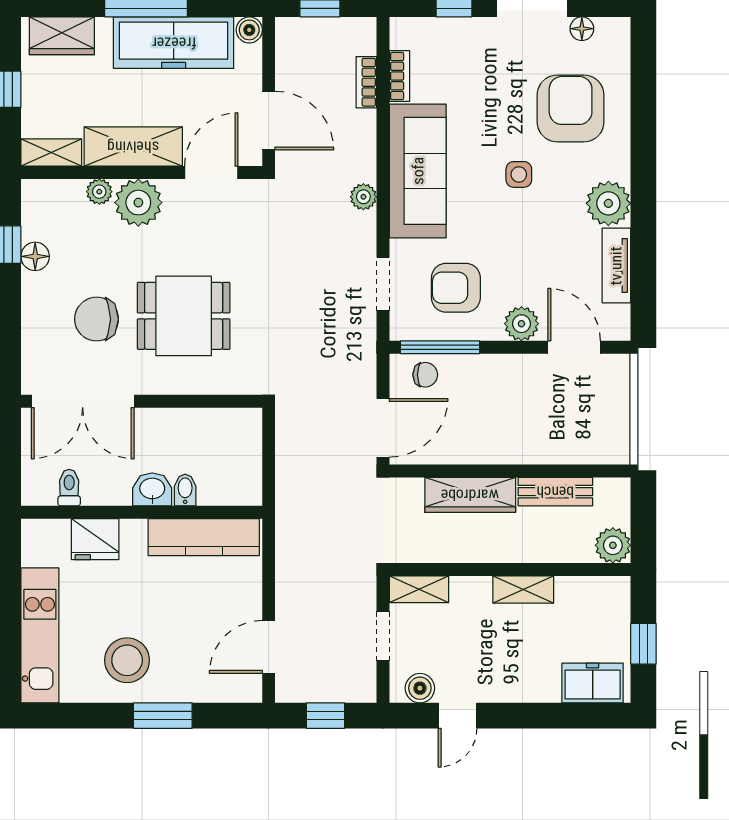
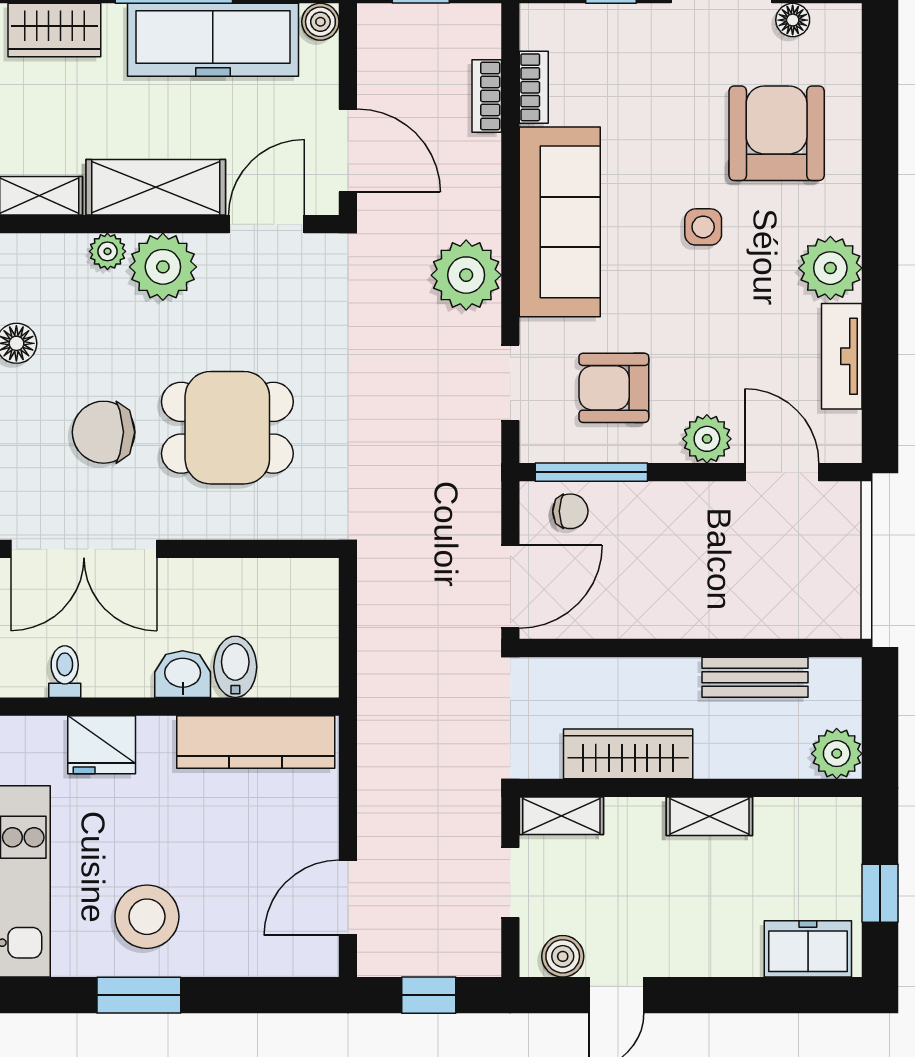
plant: (363, 197) -> (466, 275), width x1.88, depth x1.88
bidet: (185, 490) -> (235, 667), width x1.38, depth x1.36
wardrobe: (470, 495) -> (628, 754), moved, turned 180
window: (163, 716) -> (139, 995), moved

